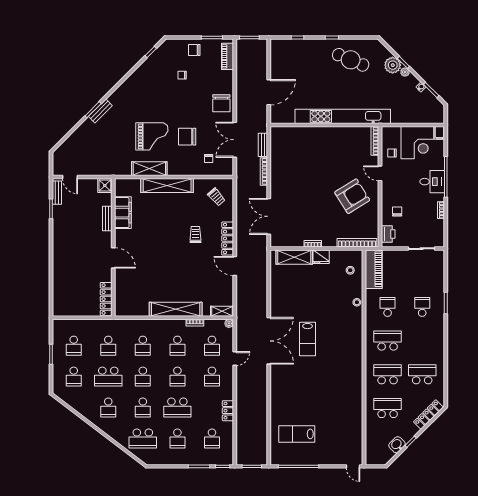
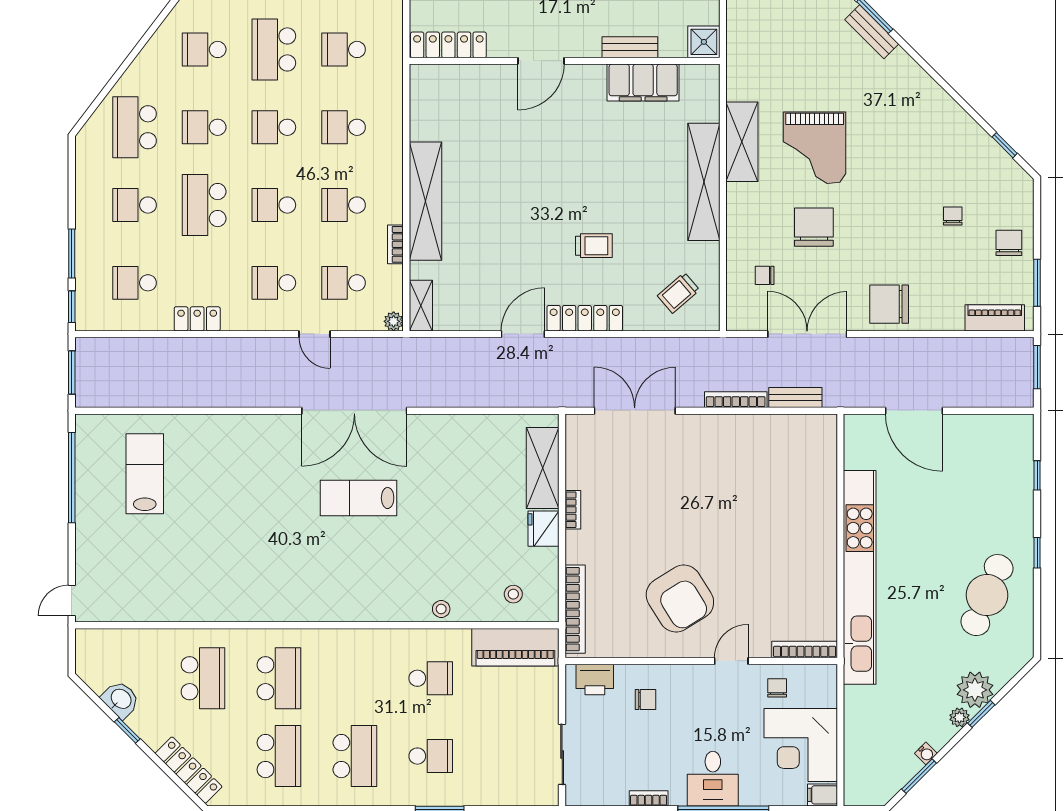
school desk: (388, 341) -> (355, 756), moved

